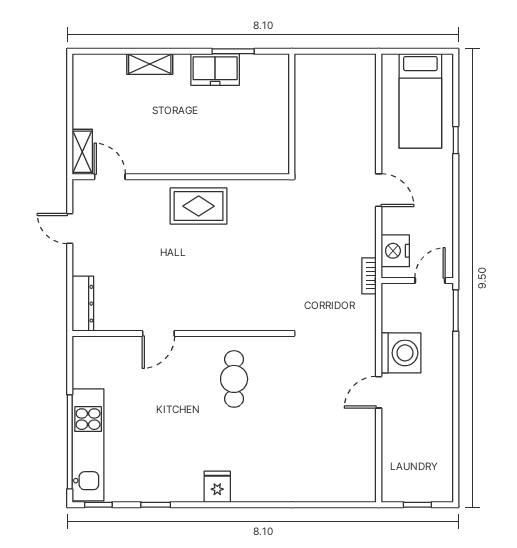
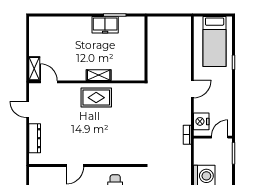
shelving: (150, 64) -> (99, 75), moved
door: (379, 190) -> (192, 89), hinge flipped
dresser: (83, 304) -> (35, 138), moved

